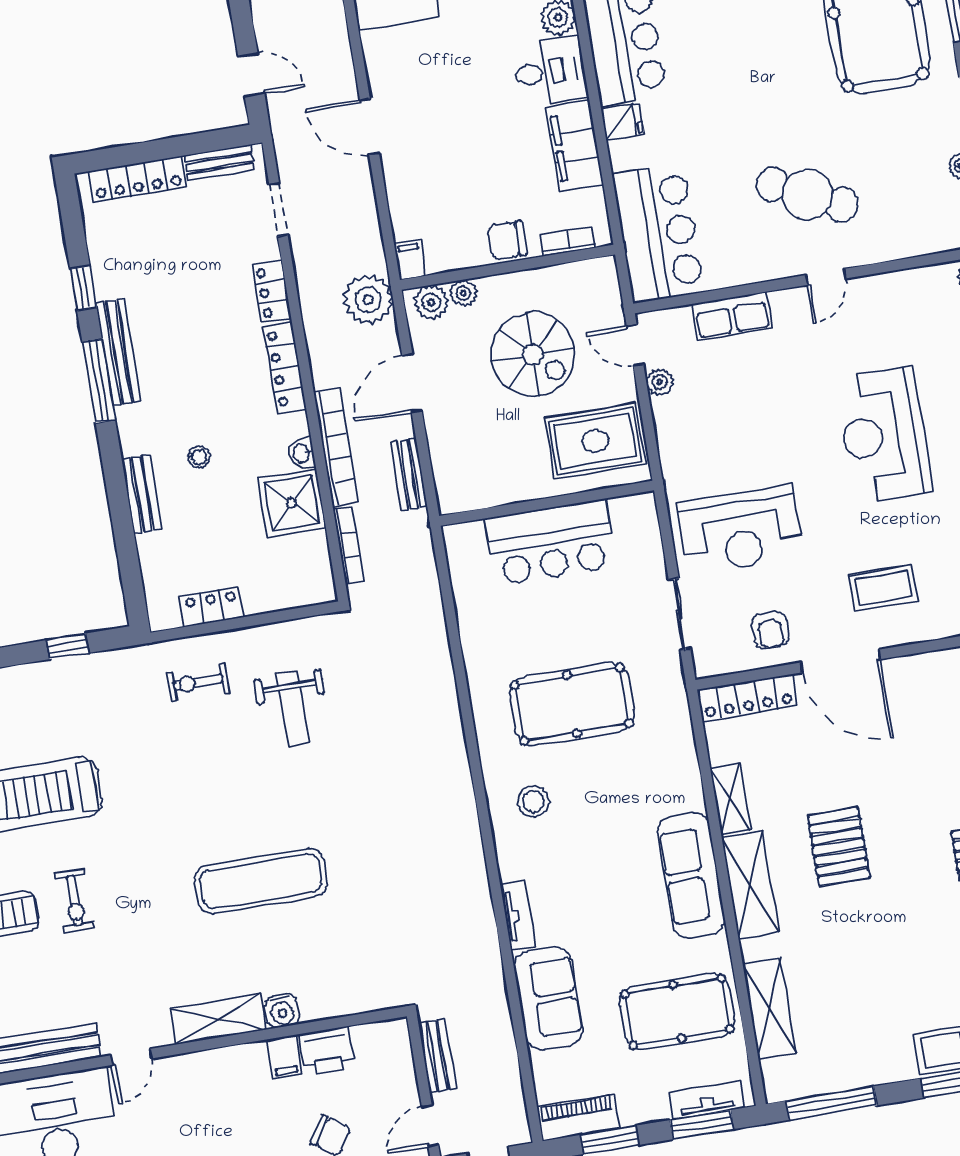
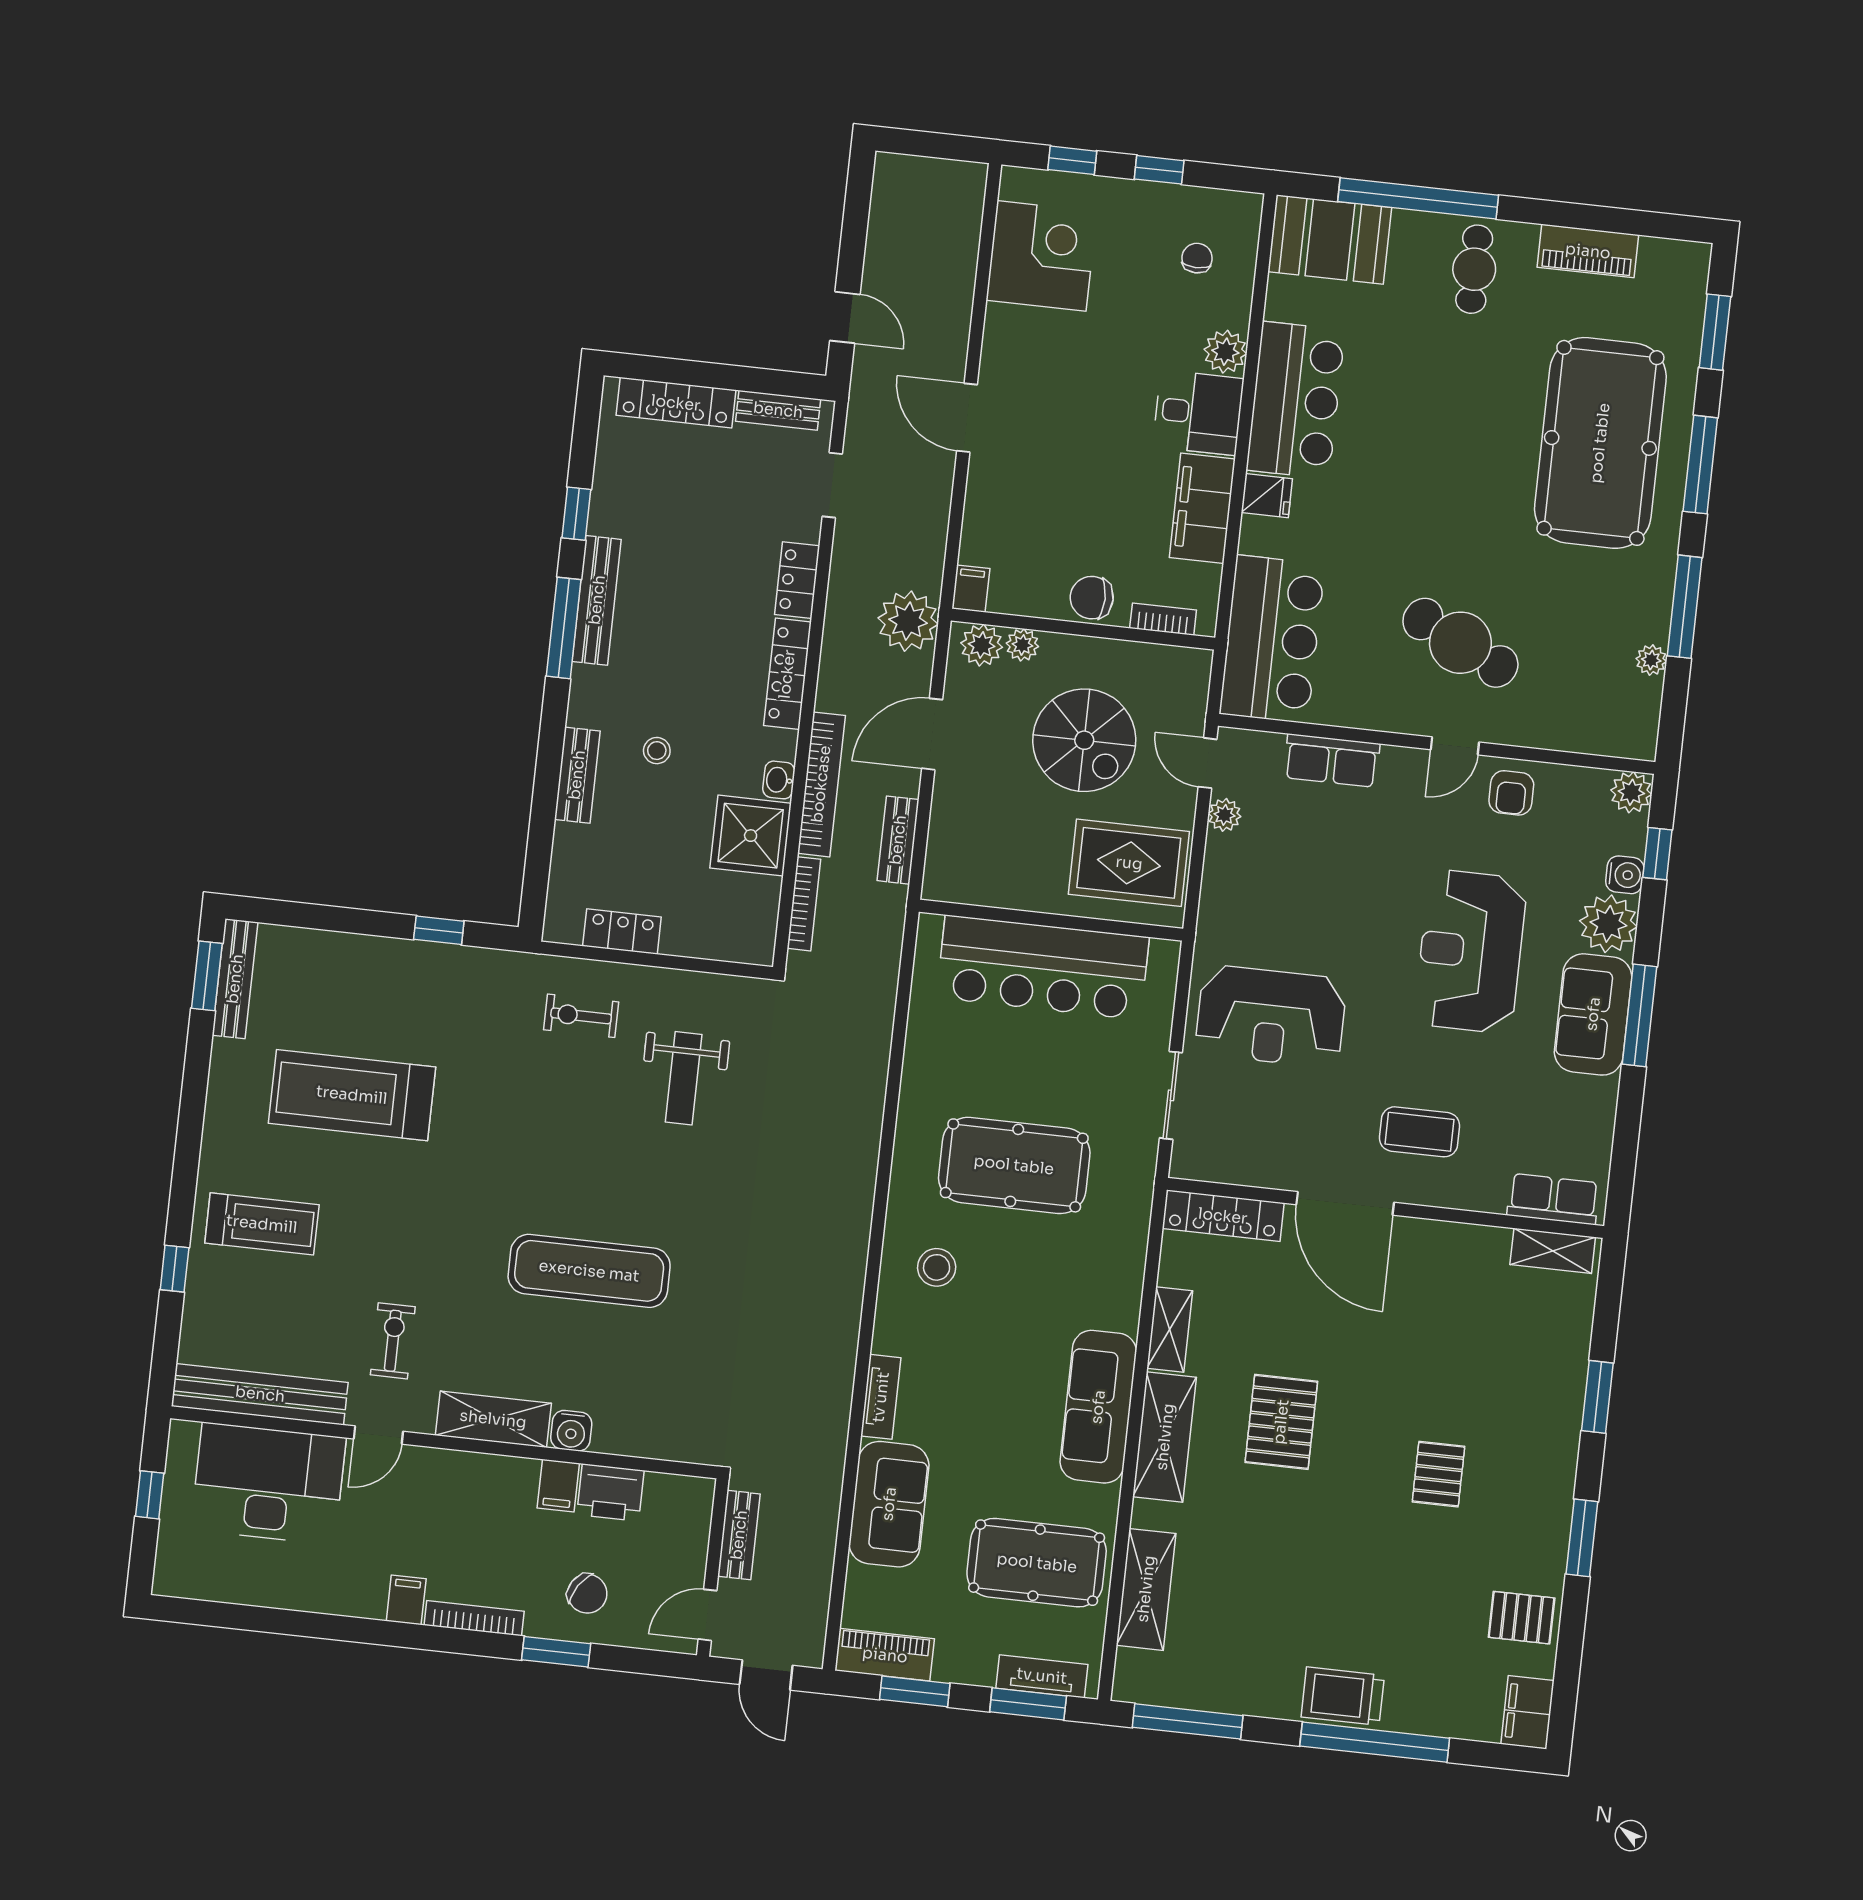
bar counter: (551, 542) -> (1043, 967), width x1.36
armchair: (770, 630) -> (1511, 793), moved
exercise bike: (74, 901) -> (393, 1341), moved, turned 180

